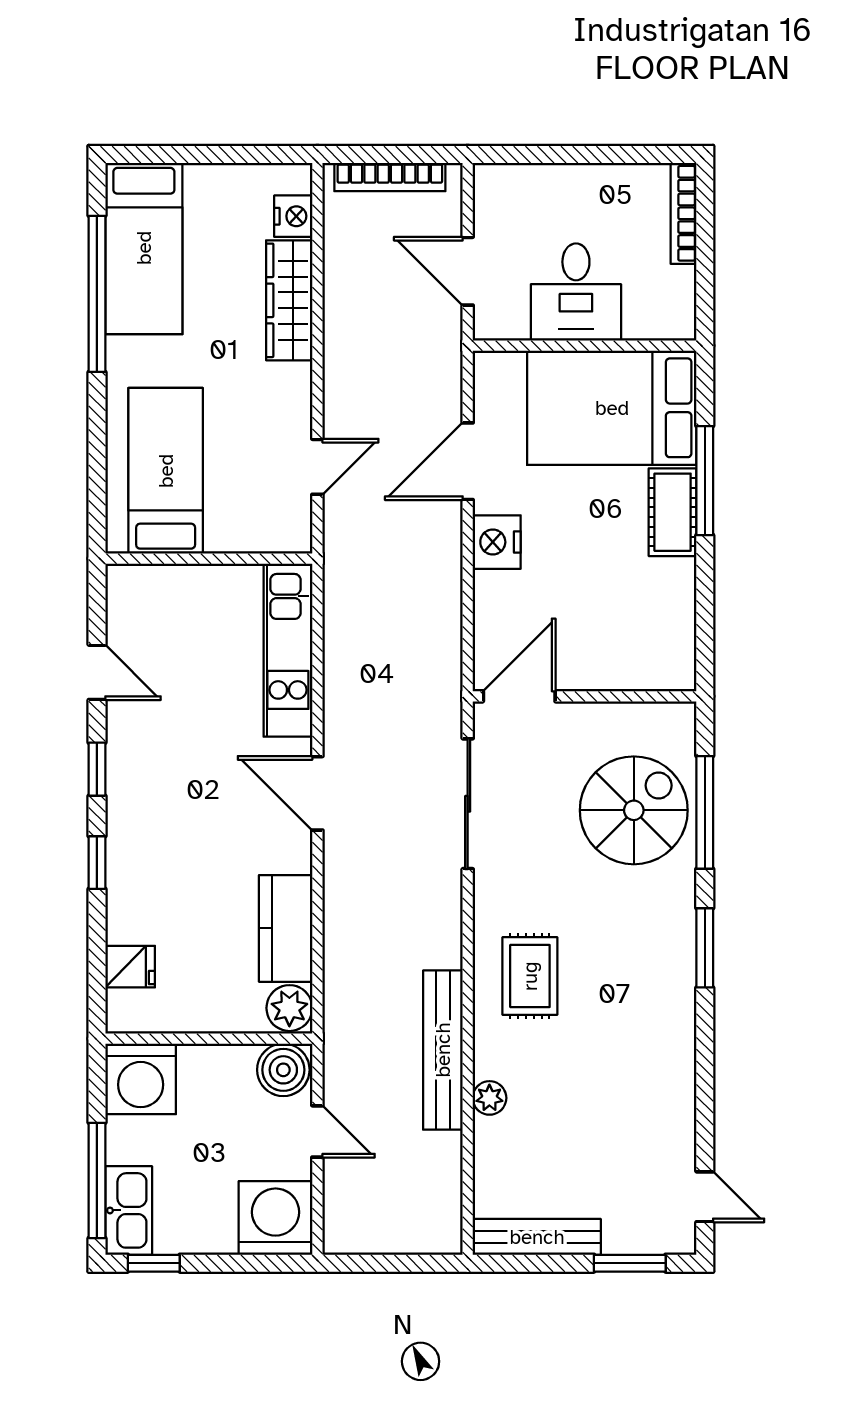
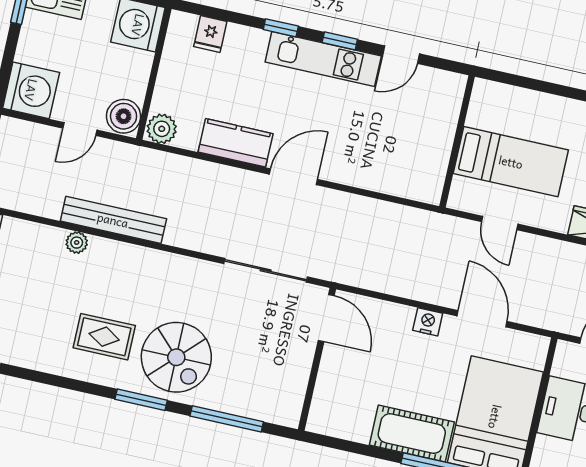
bed: (166, 471) -> (511, 162), moved
cot: (673, 512) -> (412, 434), width x1.37, depth x1.34
nightstand: (497, 542) -> (428, 322), width x0.74, depth x0.75
kitchen unit: (288, 650) -> (323, 59), moved, turned 180
spiral stairs: (634, 810) -> (176, 357), moved
kitchen counter: (286, 928) -> (236, 143), moved
rug: (530, 976) -> (104, 337), moved

